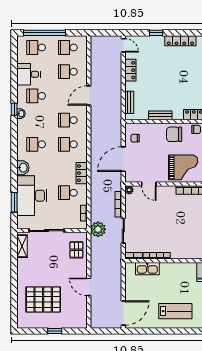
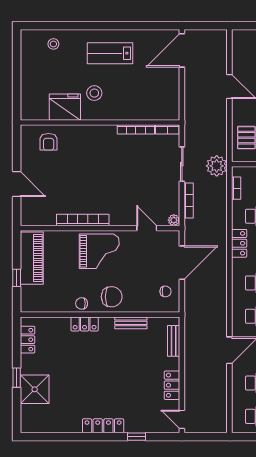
grand piano: (183, 167) -> (99, 251), turned 180
kitchen sink: (147, 269) -> (149, 112), removed
stool: (187, 282) -> (94, 93), added

